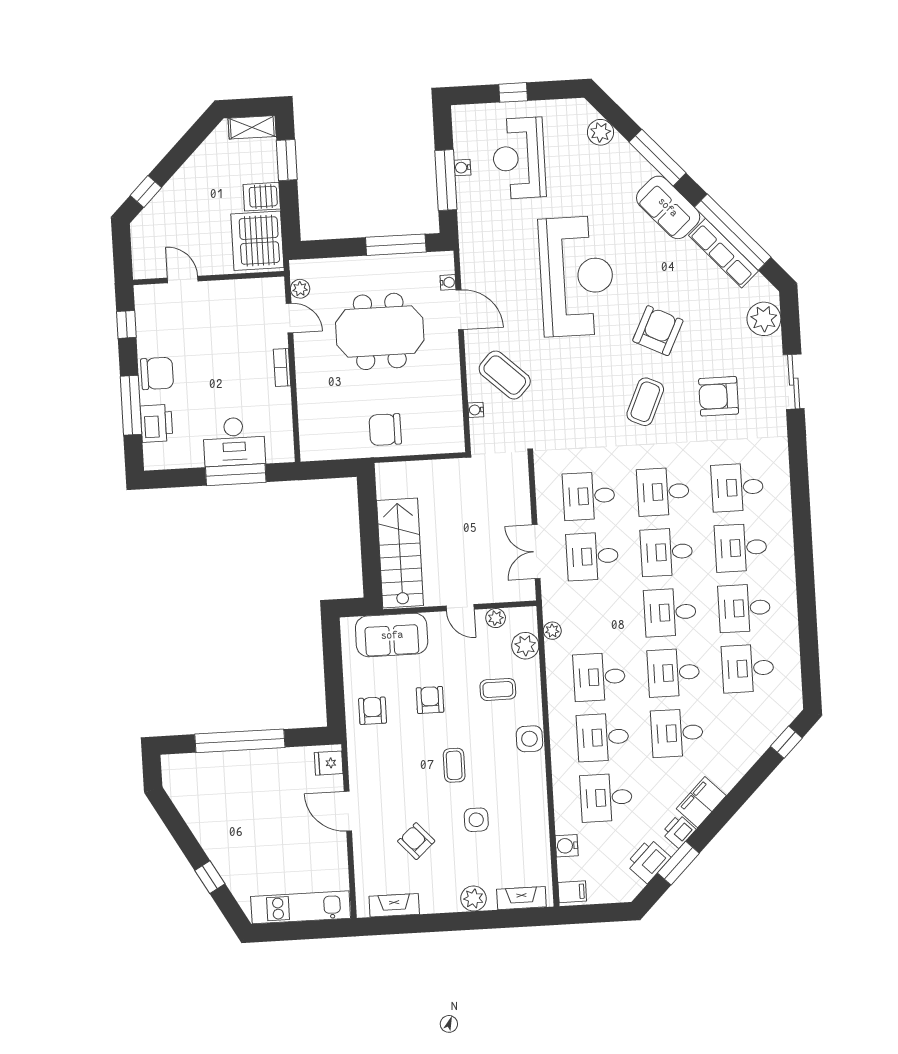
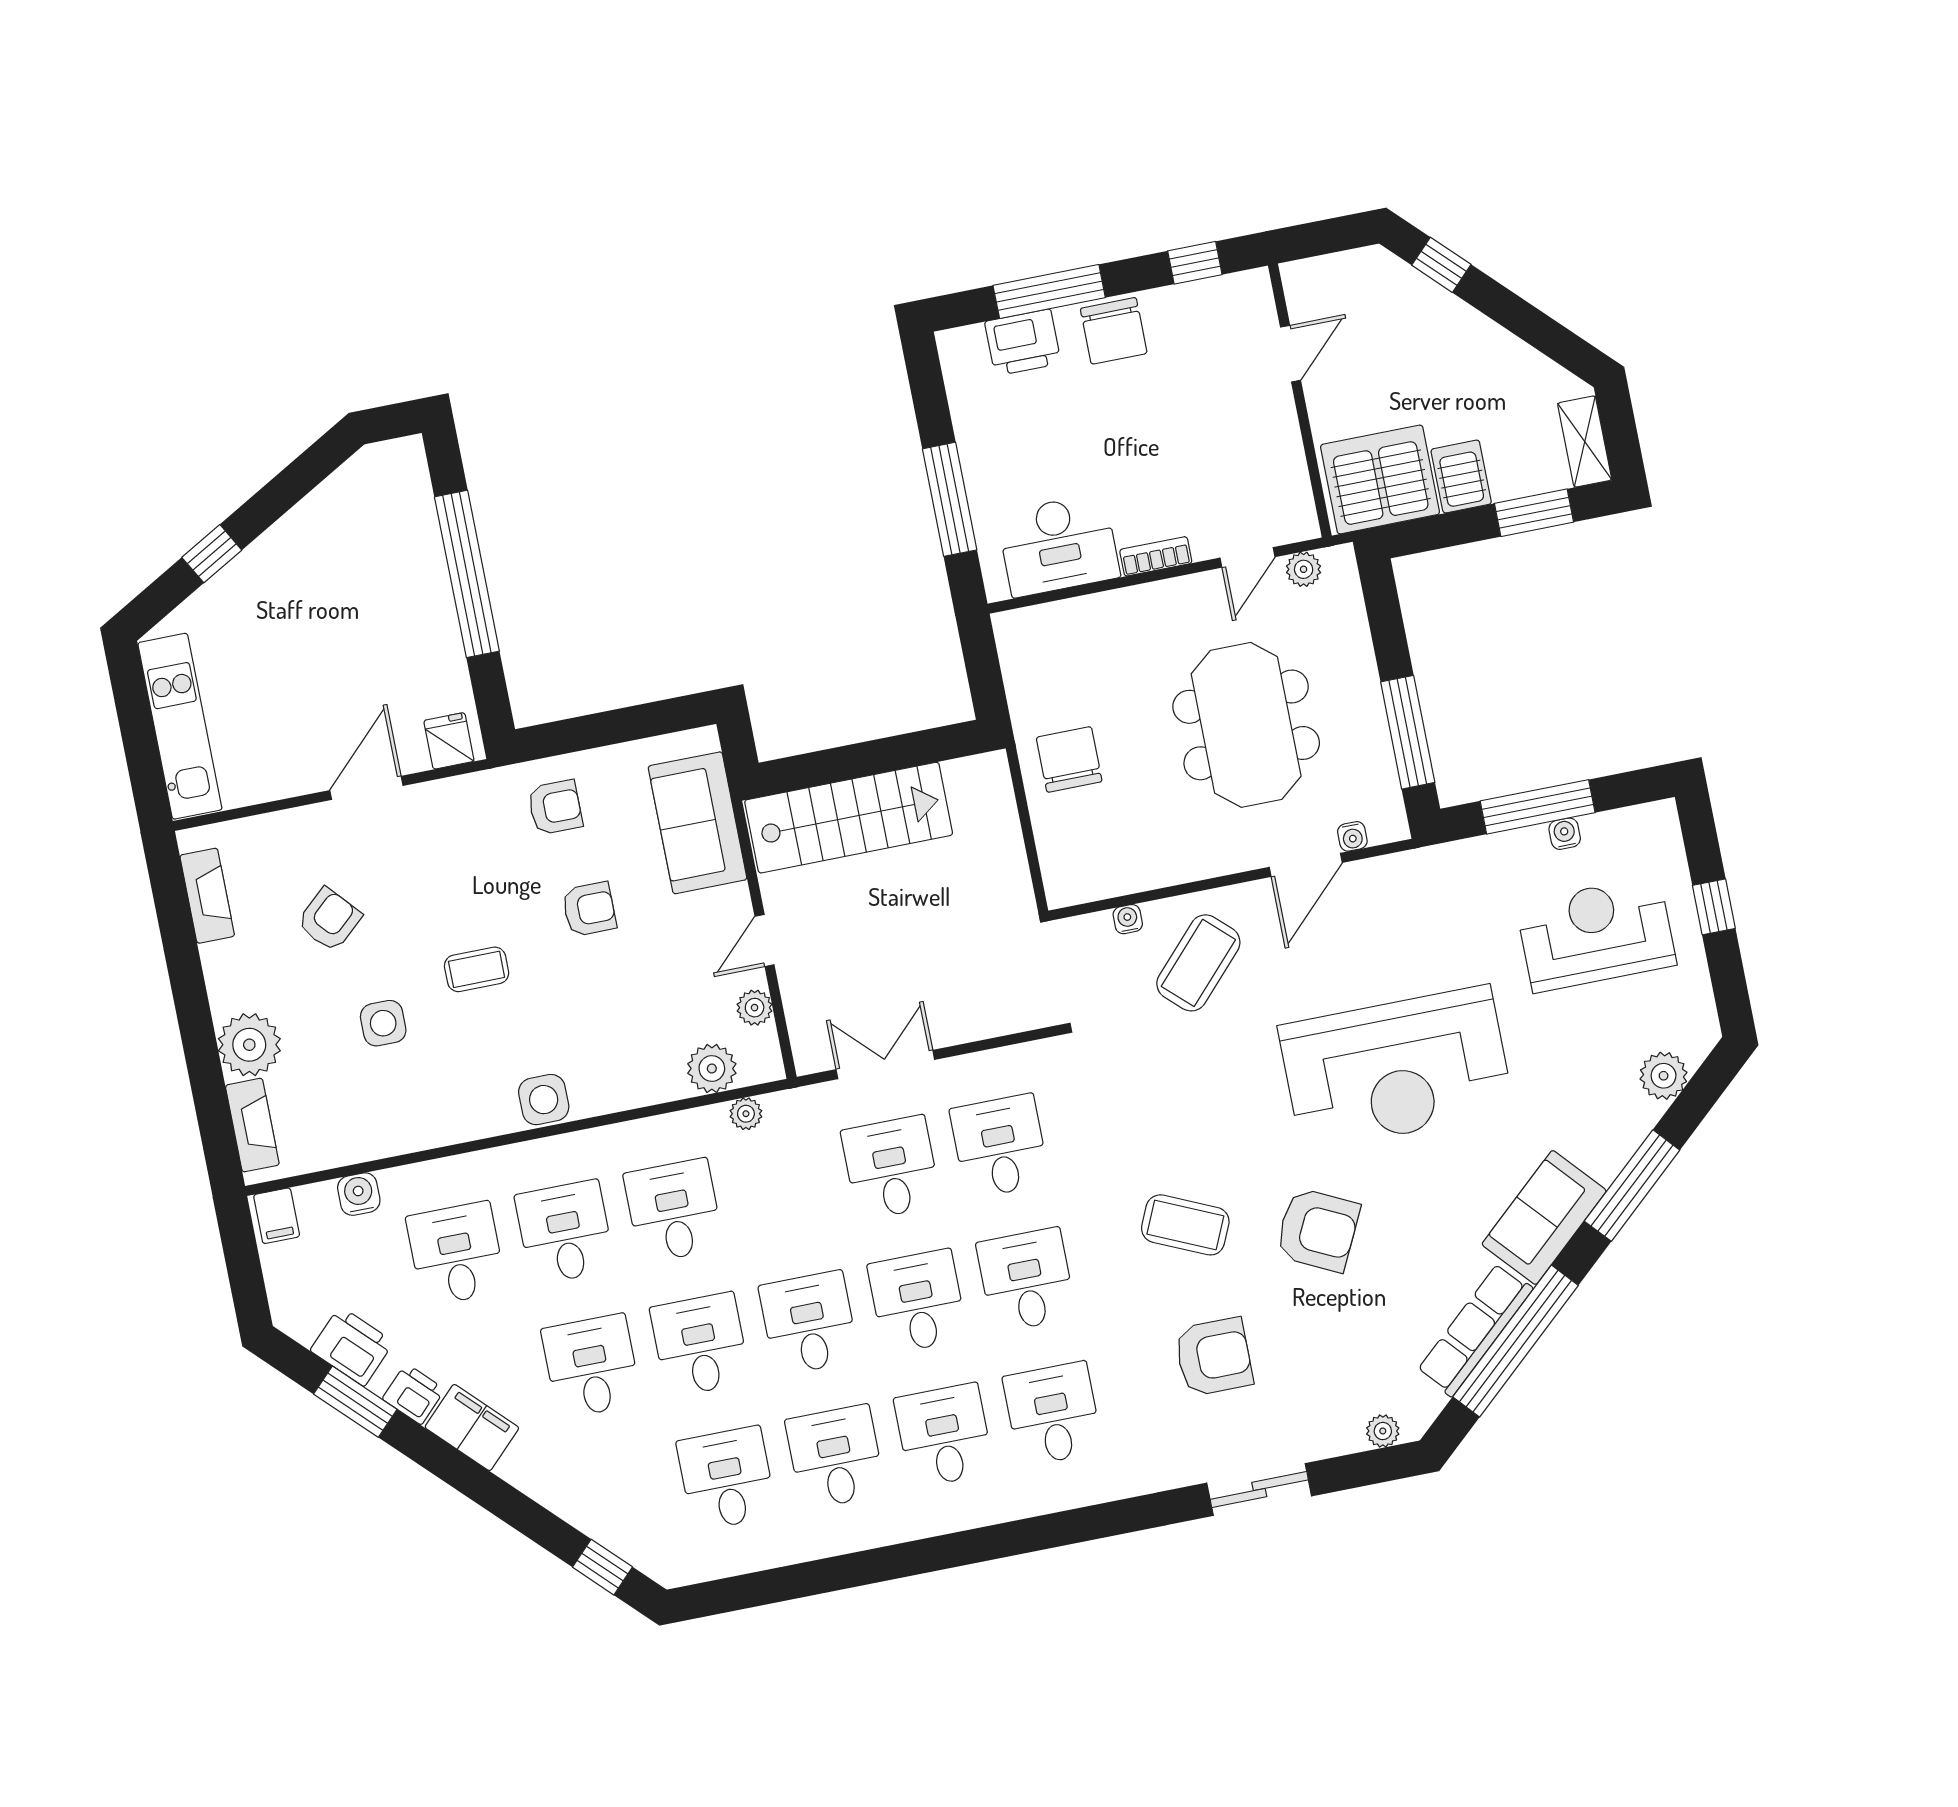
plant: (764, 319) -> (1383, 1431), width x0.53, depth x0.53
armchair: (719, 396) -> (1214, 1357), turned 90
desk: (234, 442) -> (1058, 545), moved, turned -90
coffee table: (498, 689) -> (625, 1030), removed
plant: (473, 899) -> (249, 1045), width x1.36, depth x1.36

